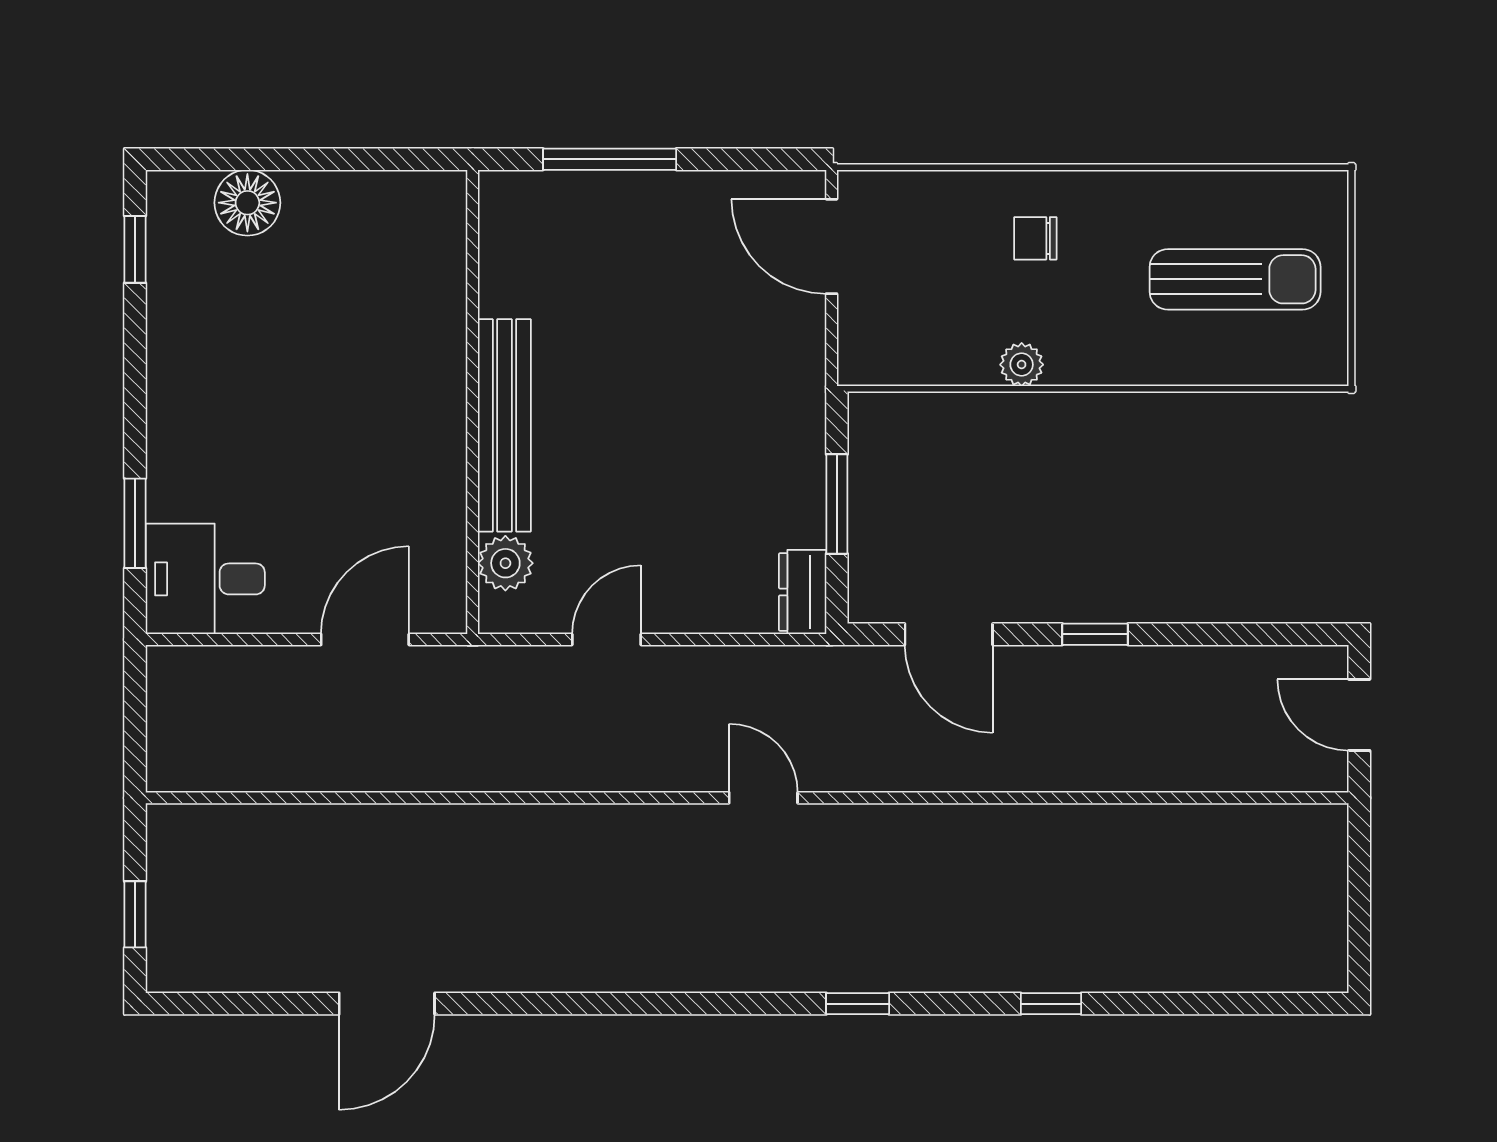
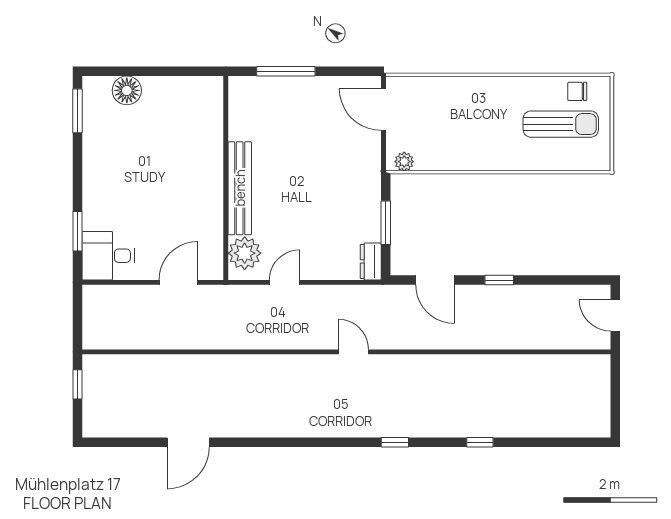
chair: (1035, 238) -> (577, 91), moved
window: (135, 249) -> (77, 111), width x1.50
plant: (1022, 365) -> (404, 162), moved
plant: (505, 563) -> (245, 253), width x1.36, depth x1.36
window: (135, 914) -> (77, 384), moved

